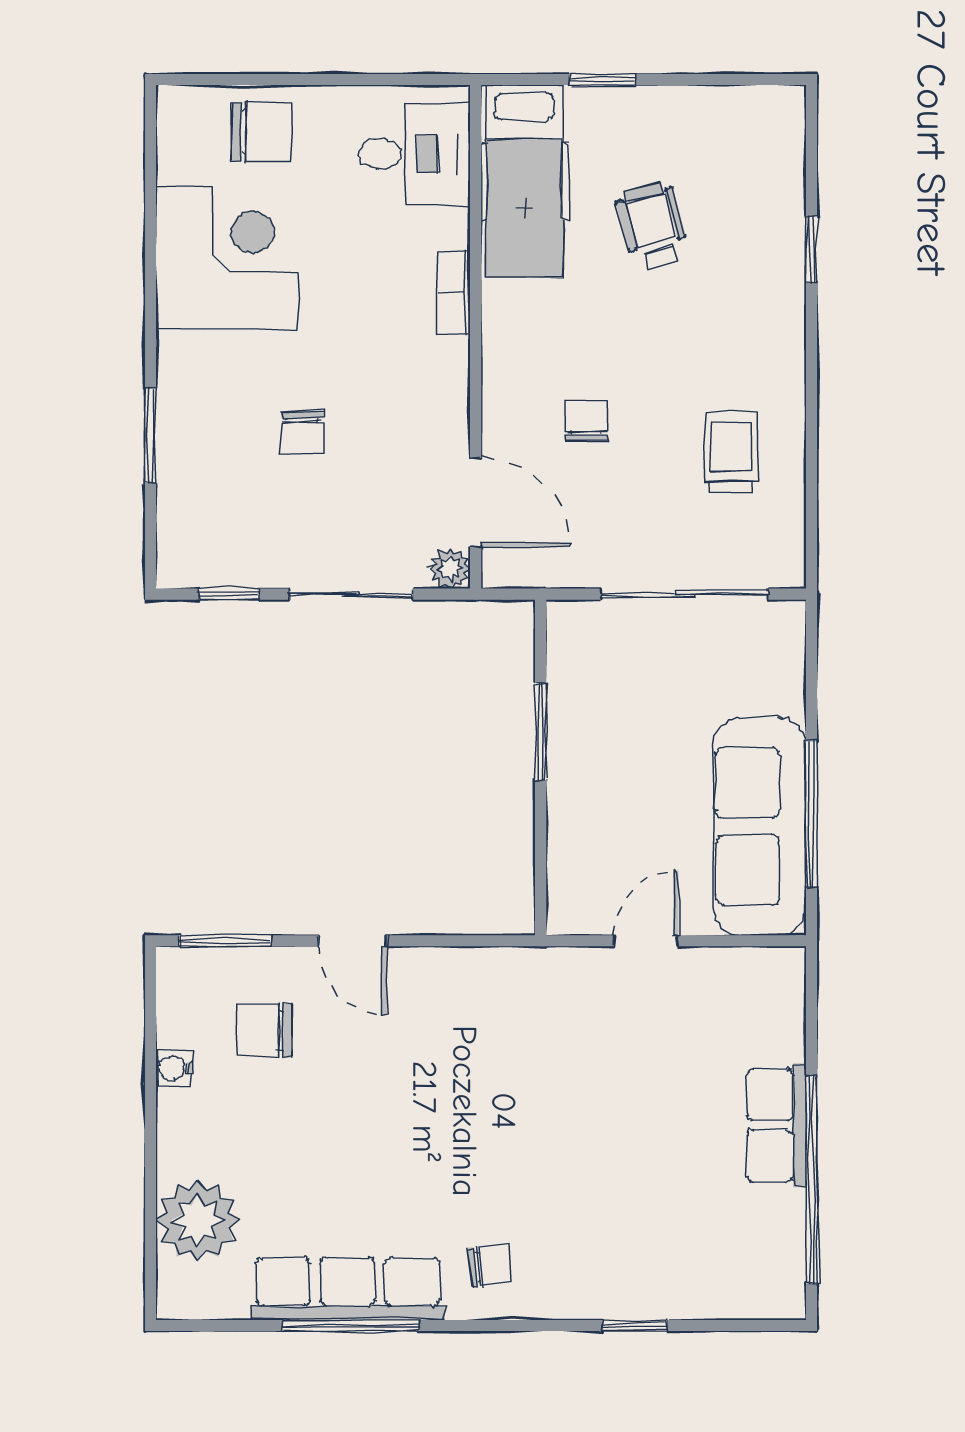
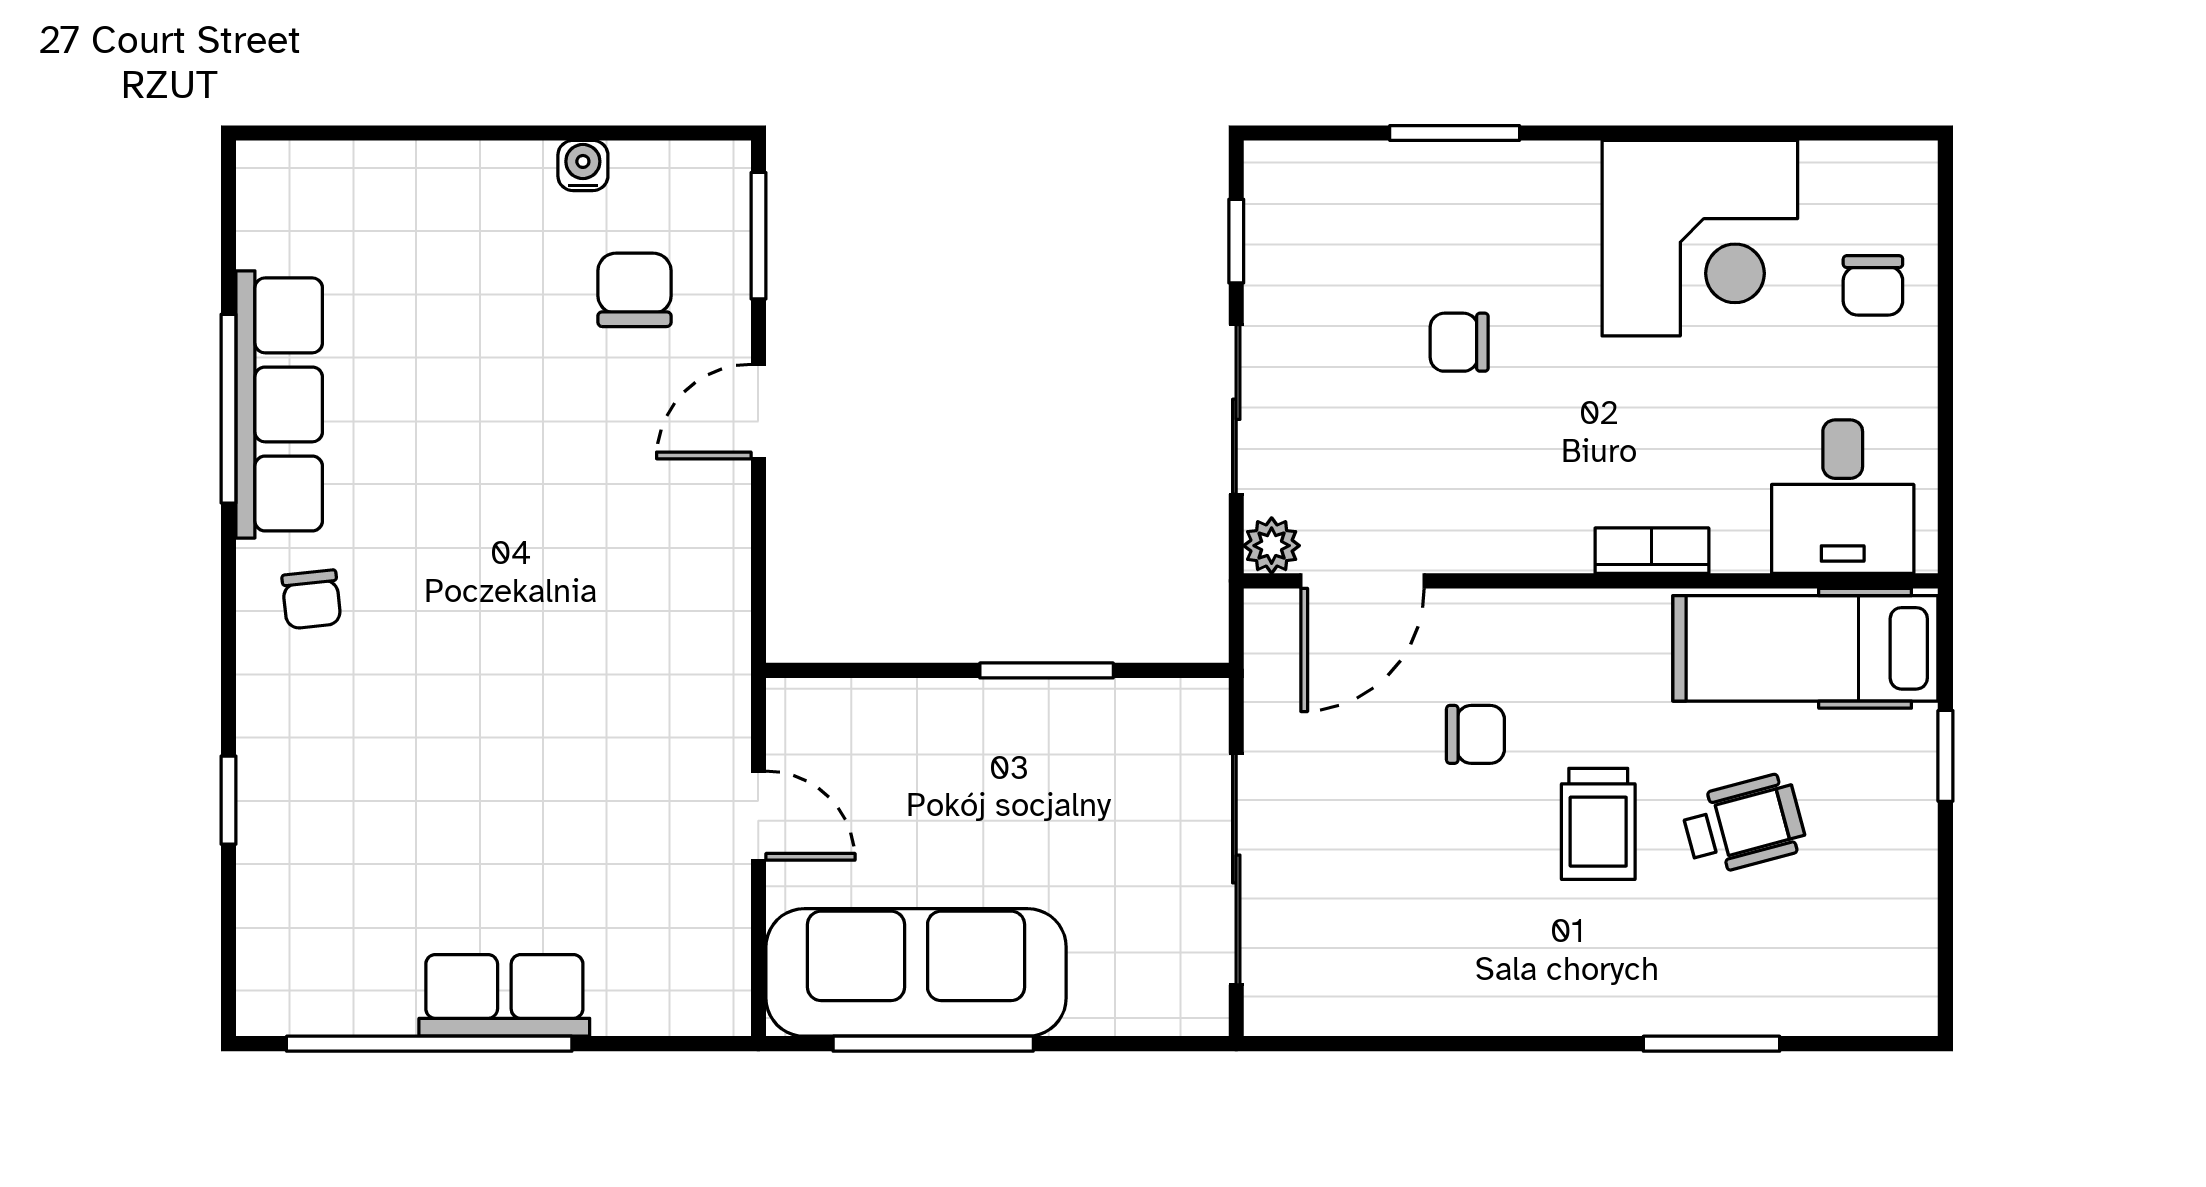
chair: (261, 132) -> (1873, 285), width x0.73, depth x0.73
window: (811, 249) -> (1711, 1044), width x1.50
trolley: (731, 452) -> (1598, 824), moved, turned 90
plant: (198, 1220) -> (373, 198), removed

